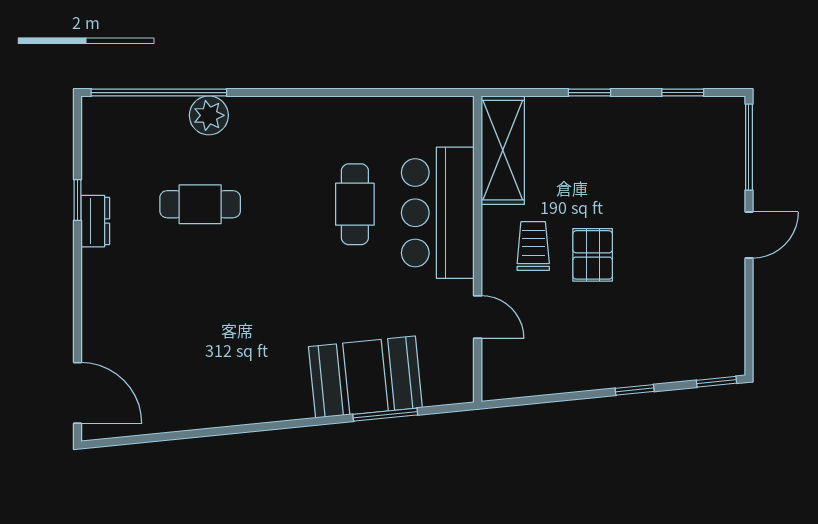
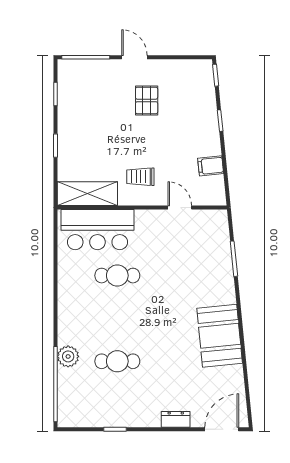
cafe table: (200, 204) -> (117, 361), turned 90
bar counter: (438, 213) -> (97, 230), moved
dresser: (95, 221) -> (176, 419), moved
pallet: (593, 255) -> (147, 100), moved, turned 90
door: (478, 317) -> (180, 208), hinge flipped
filing cabinet: (553, 373) -> (211, 166), added
booth: (365, 377) -> (220, 336), moved

